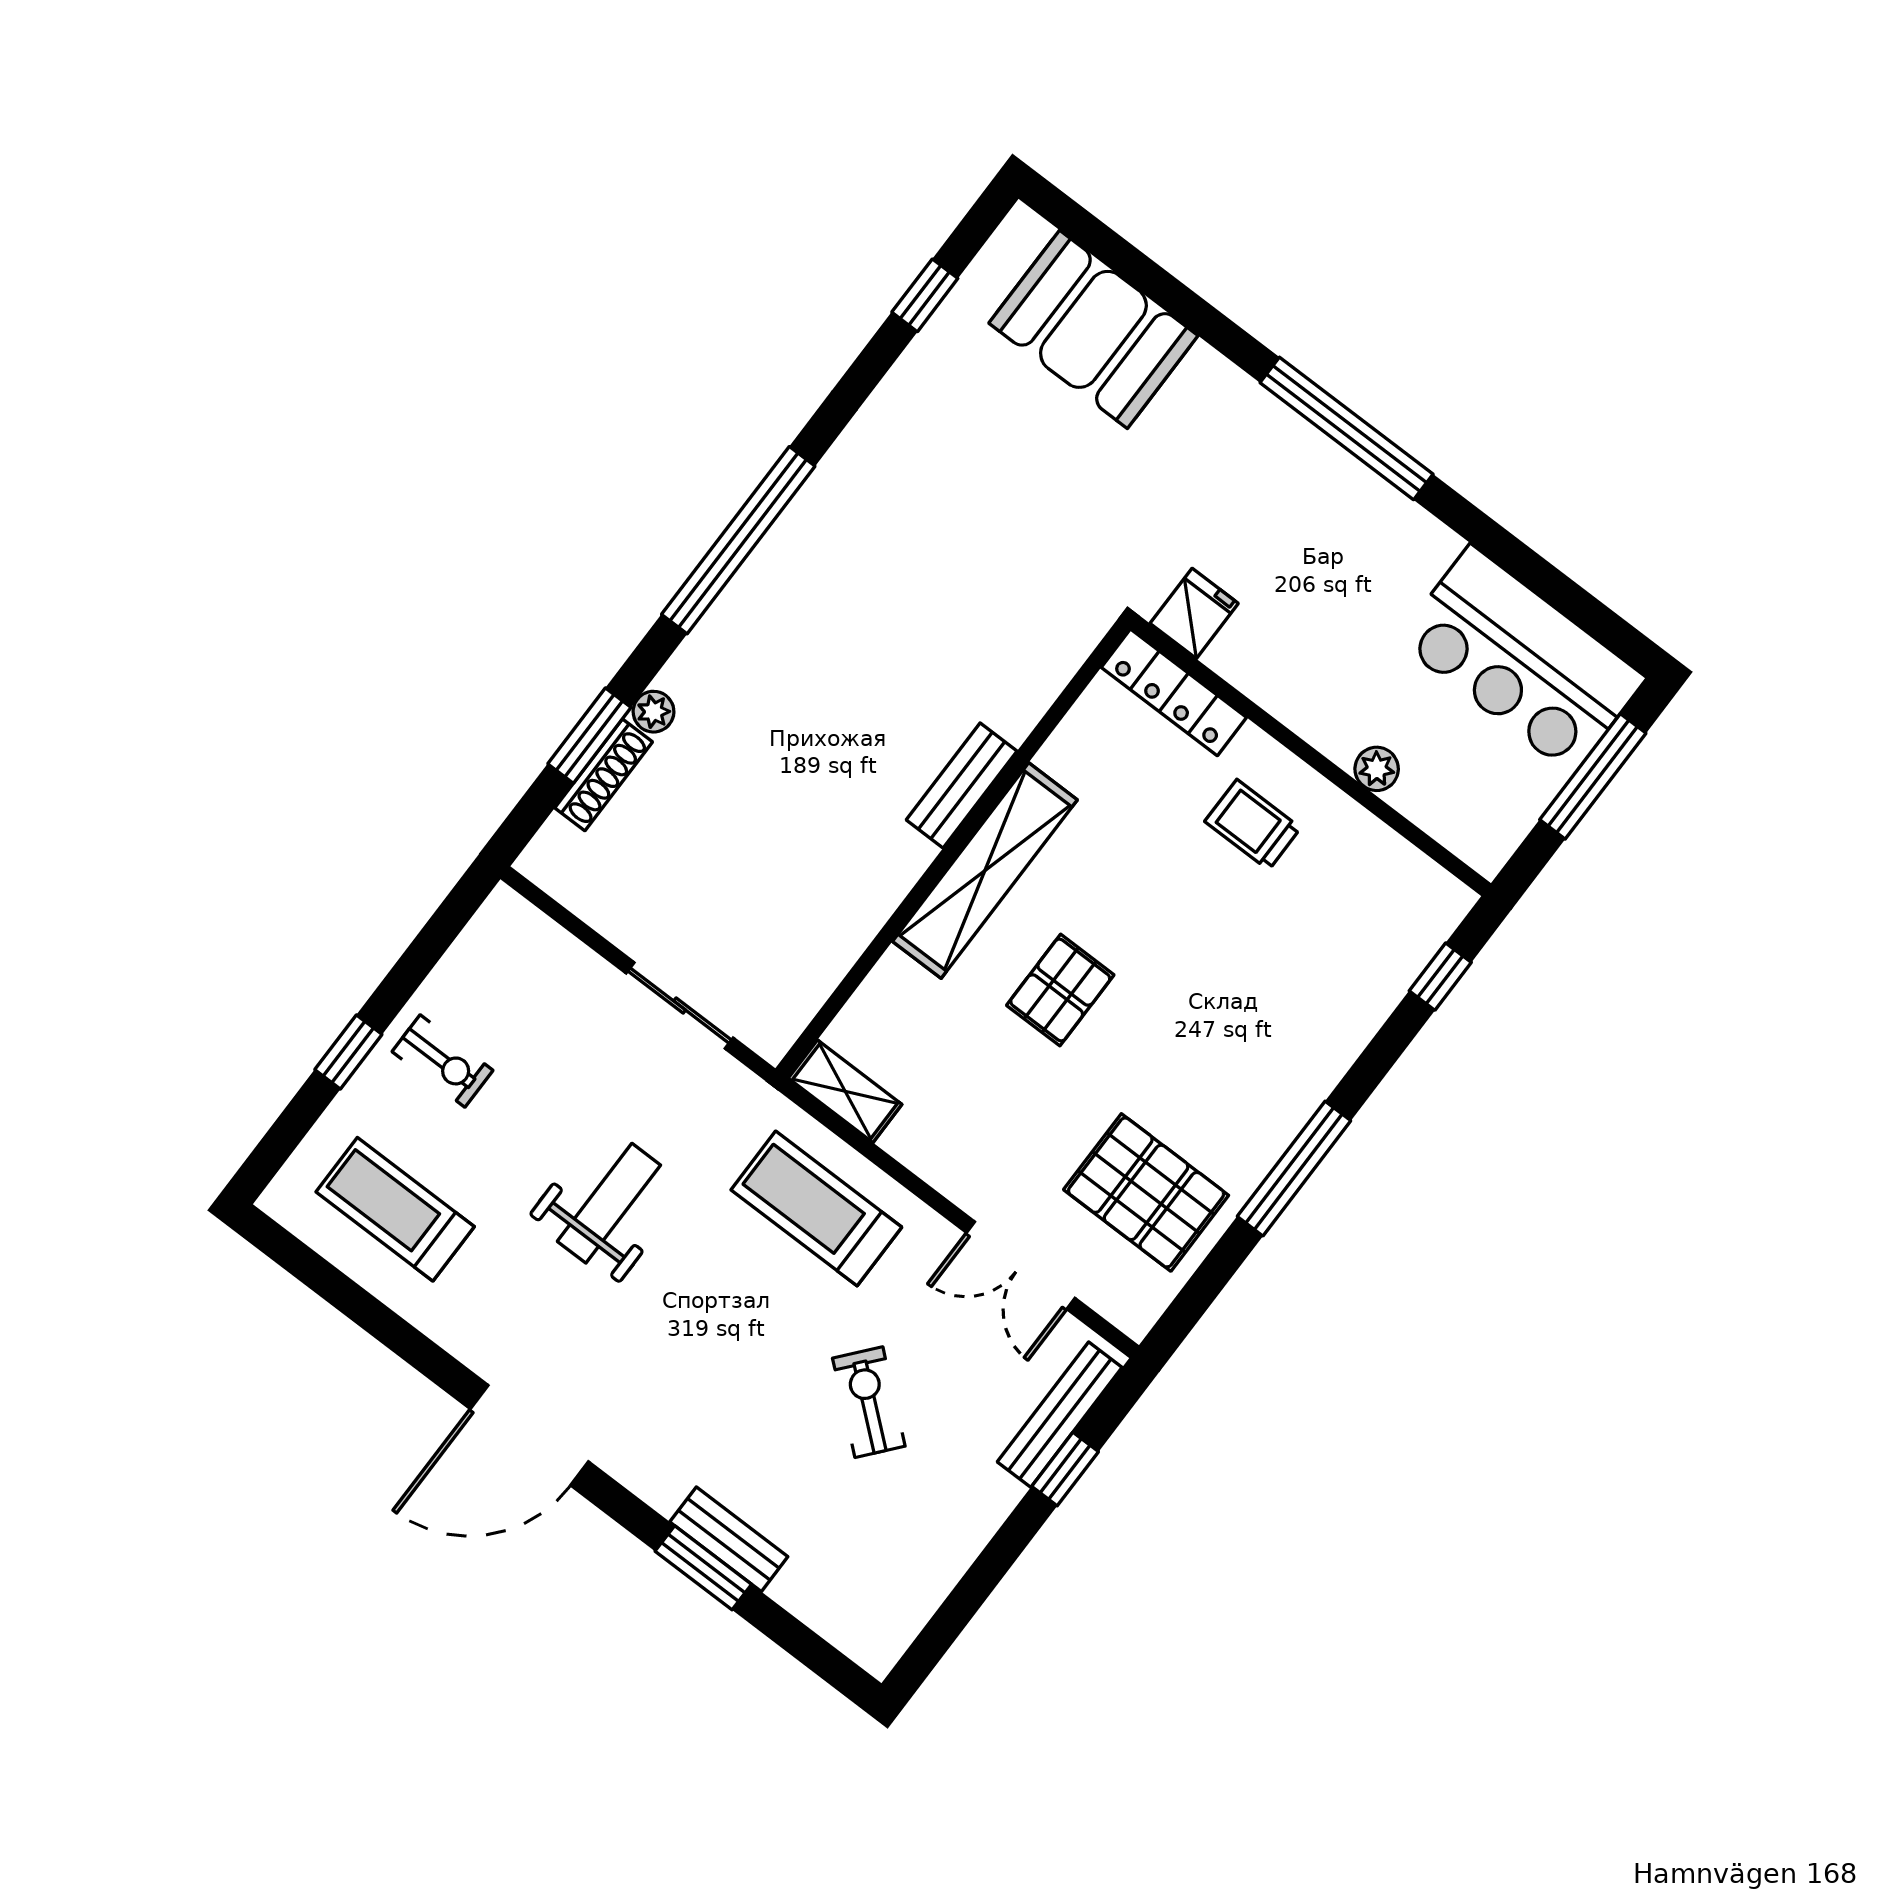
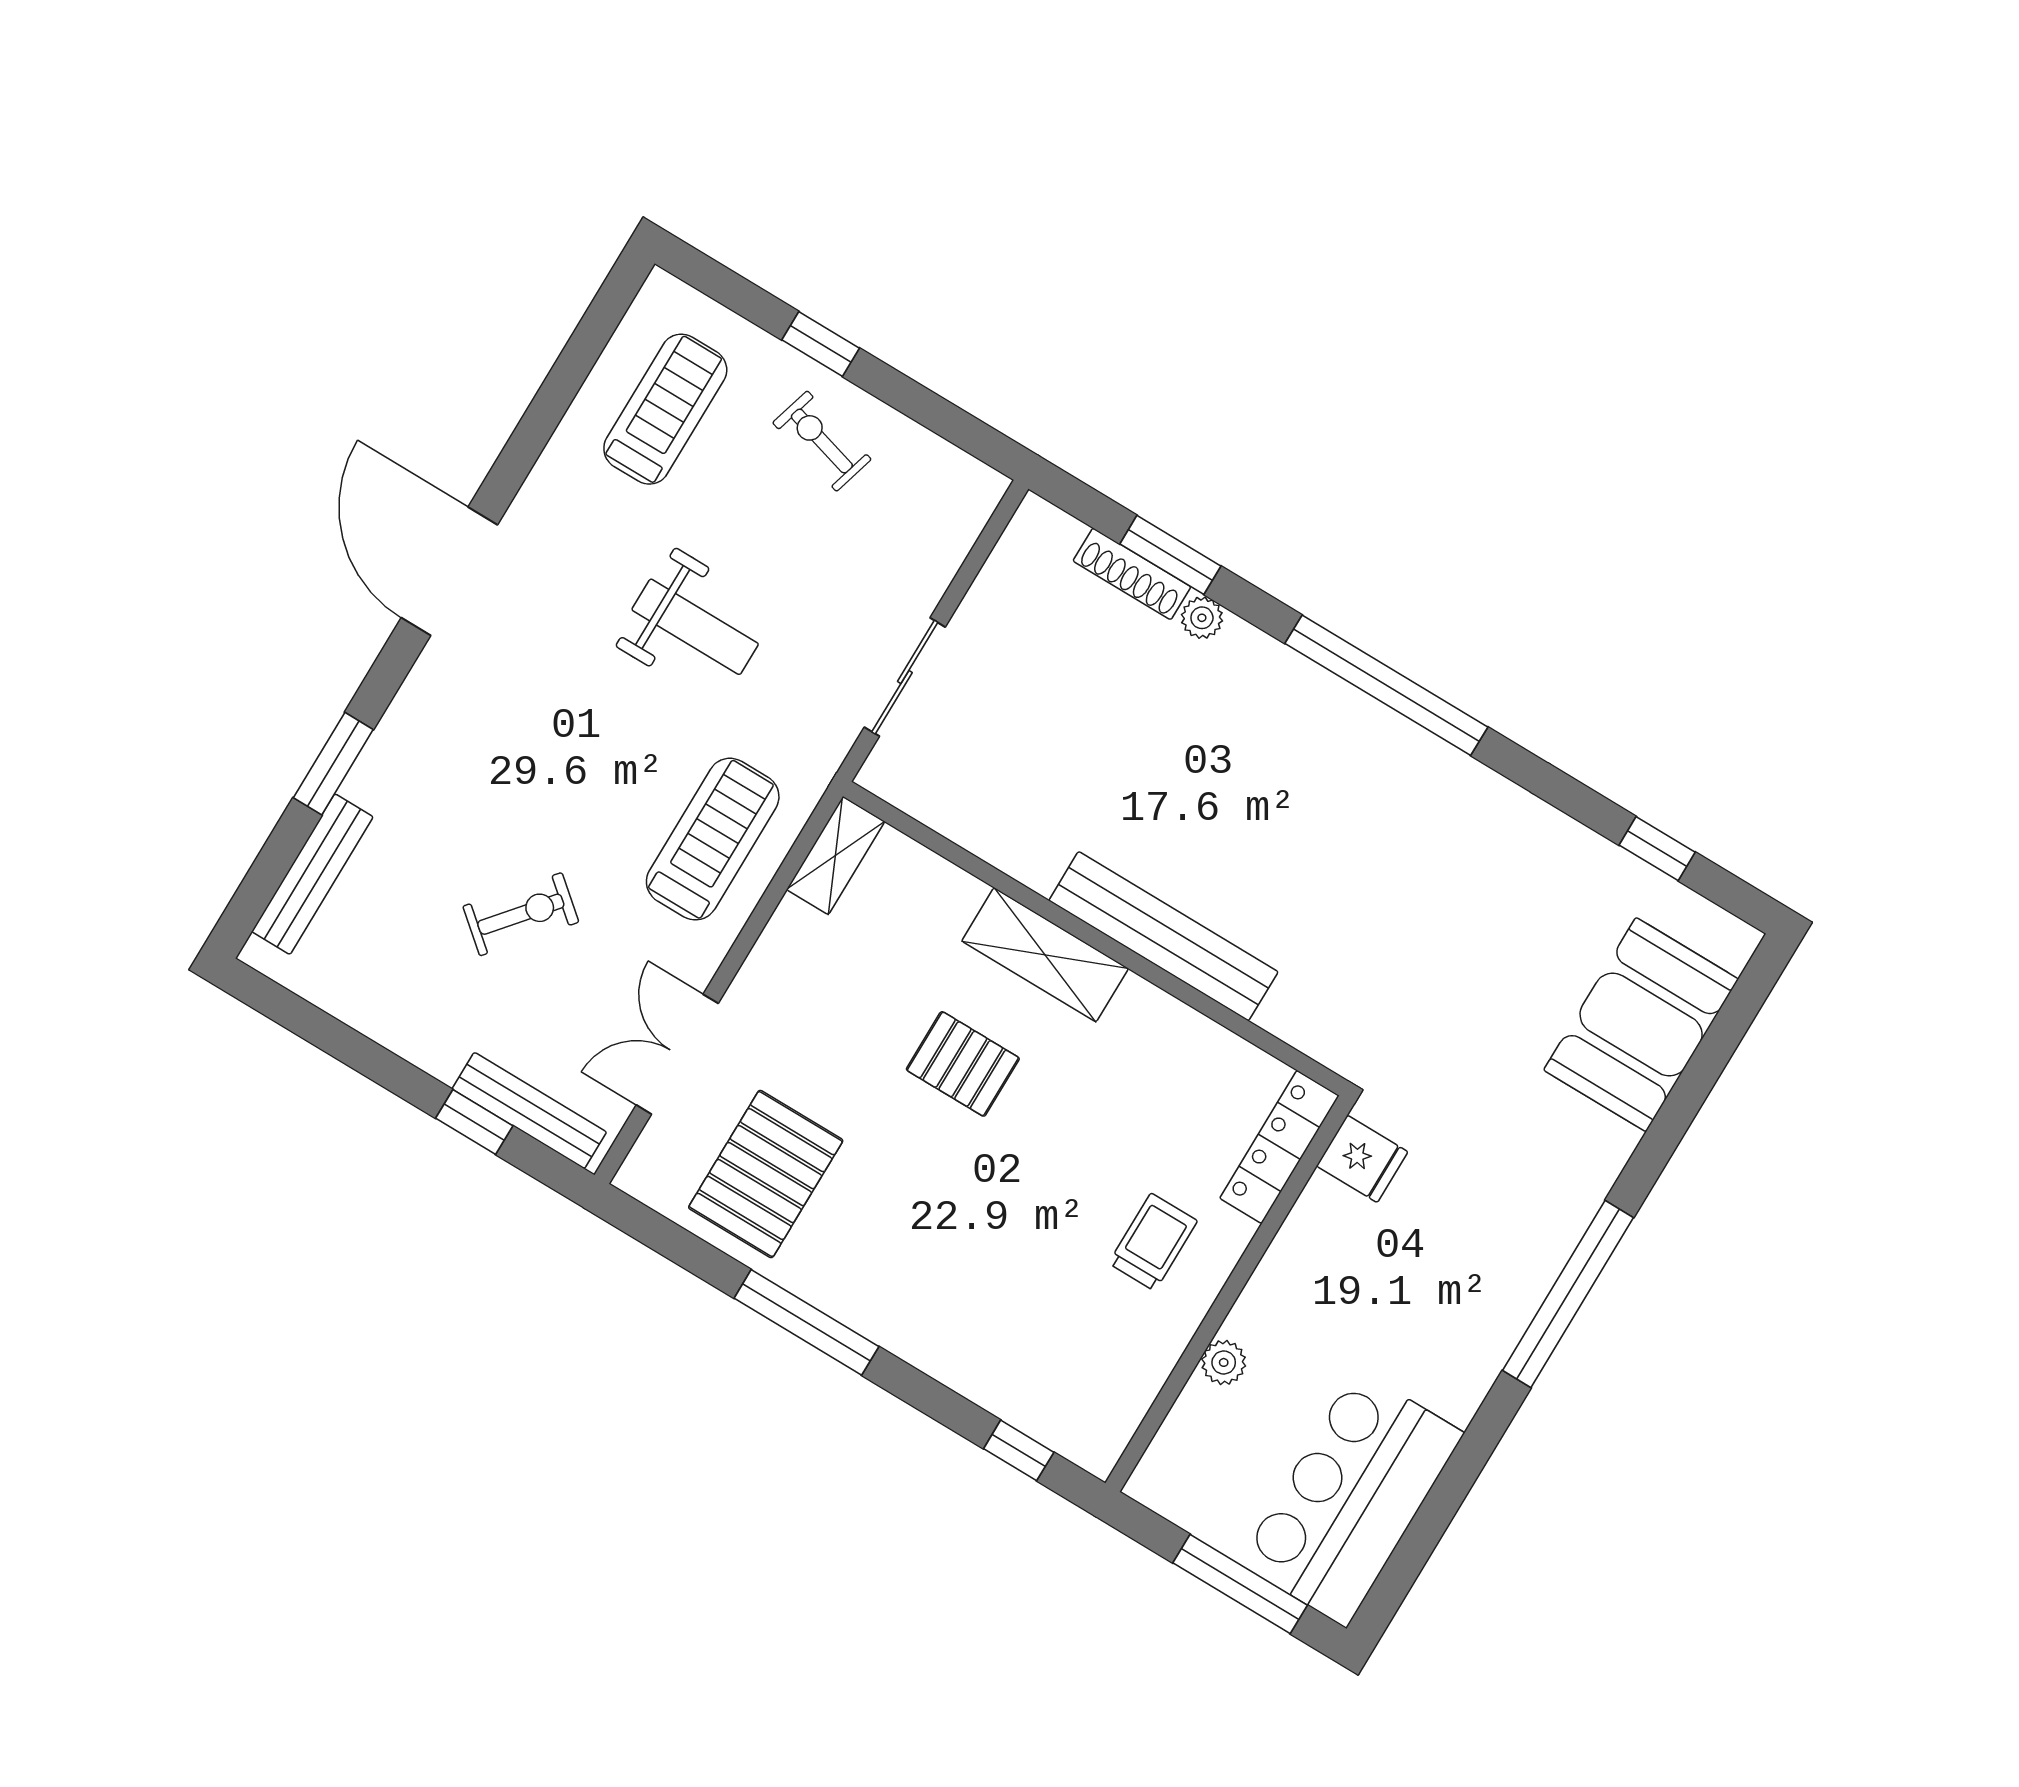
bench: (962, 785) -> (1163, 936), width x1.86, depth x1.21
shelving: (985, 871) -> (1045, 955), width x0.68
exercise bike: (442, 1061) -> (822, 441), turned 106
bench: (729, 1539) -> (312, 874), moved, width x1.36

